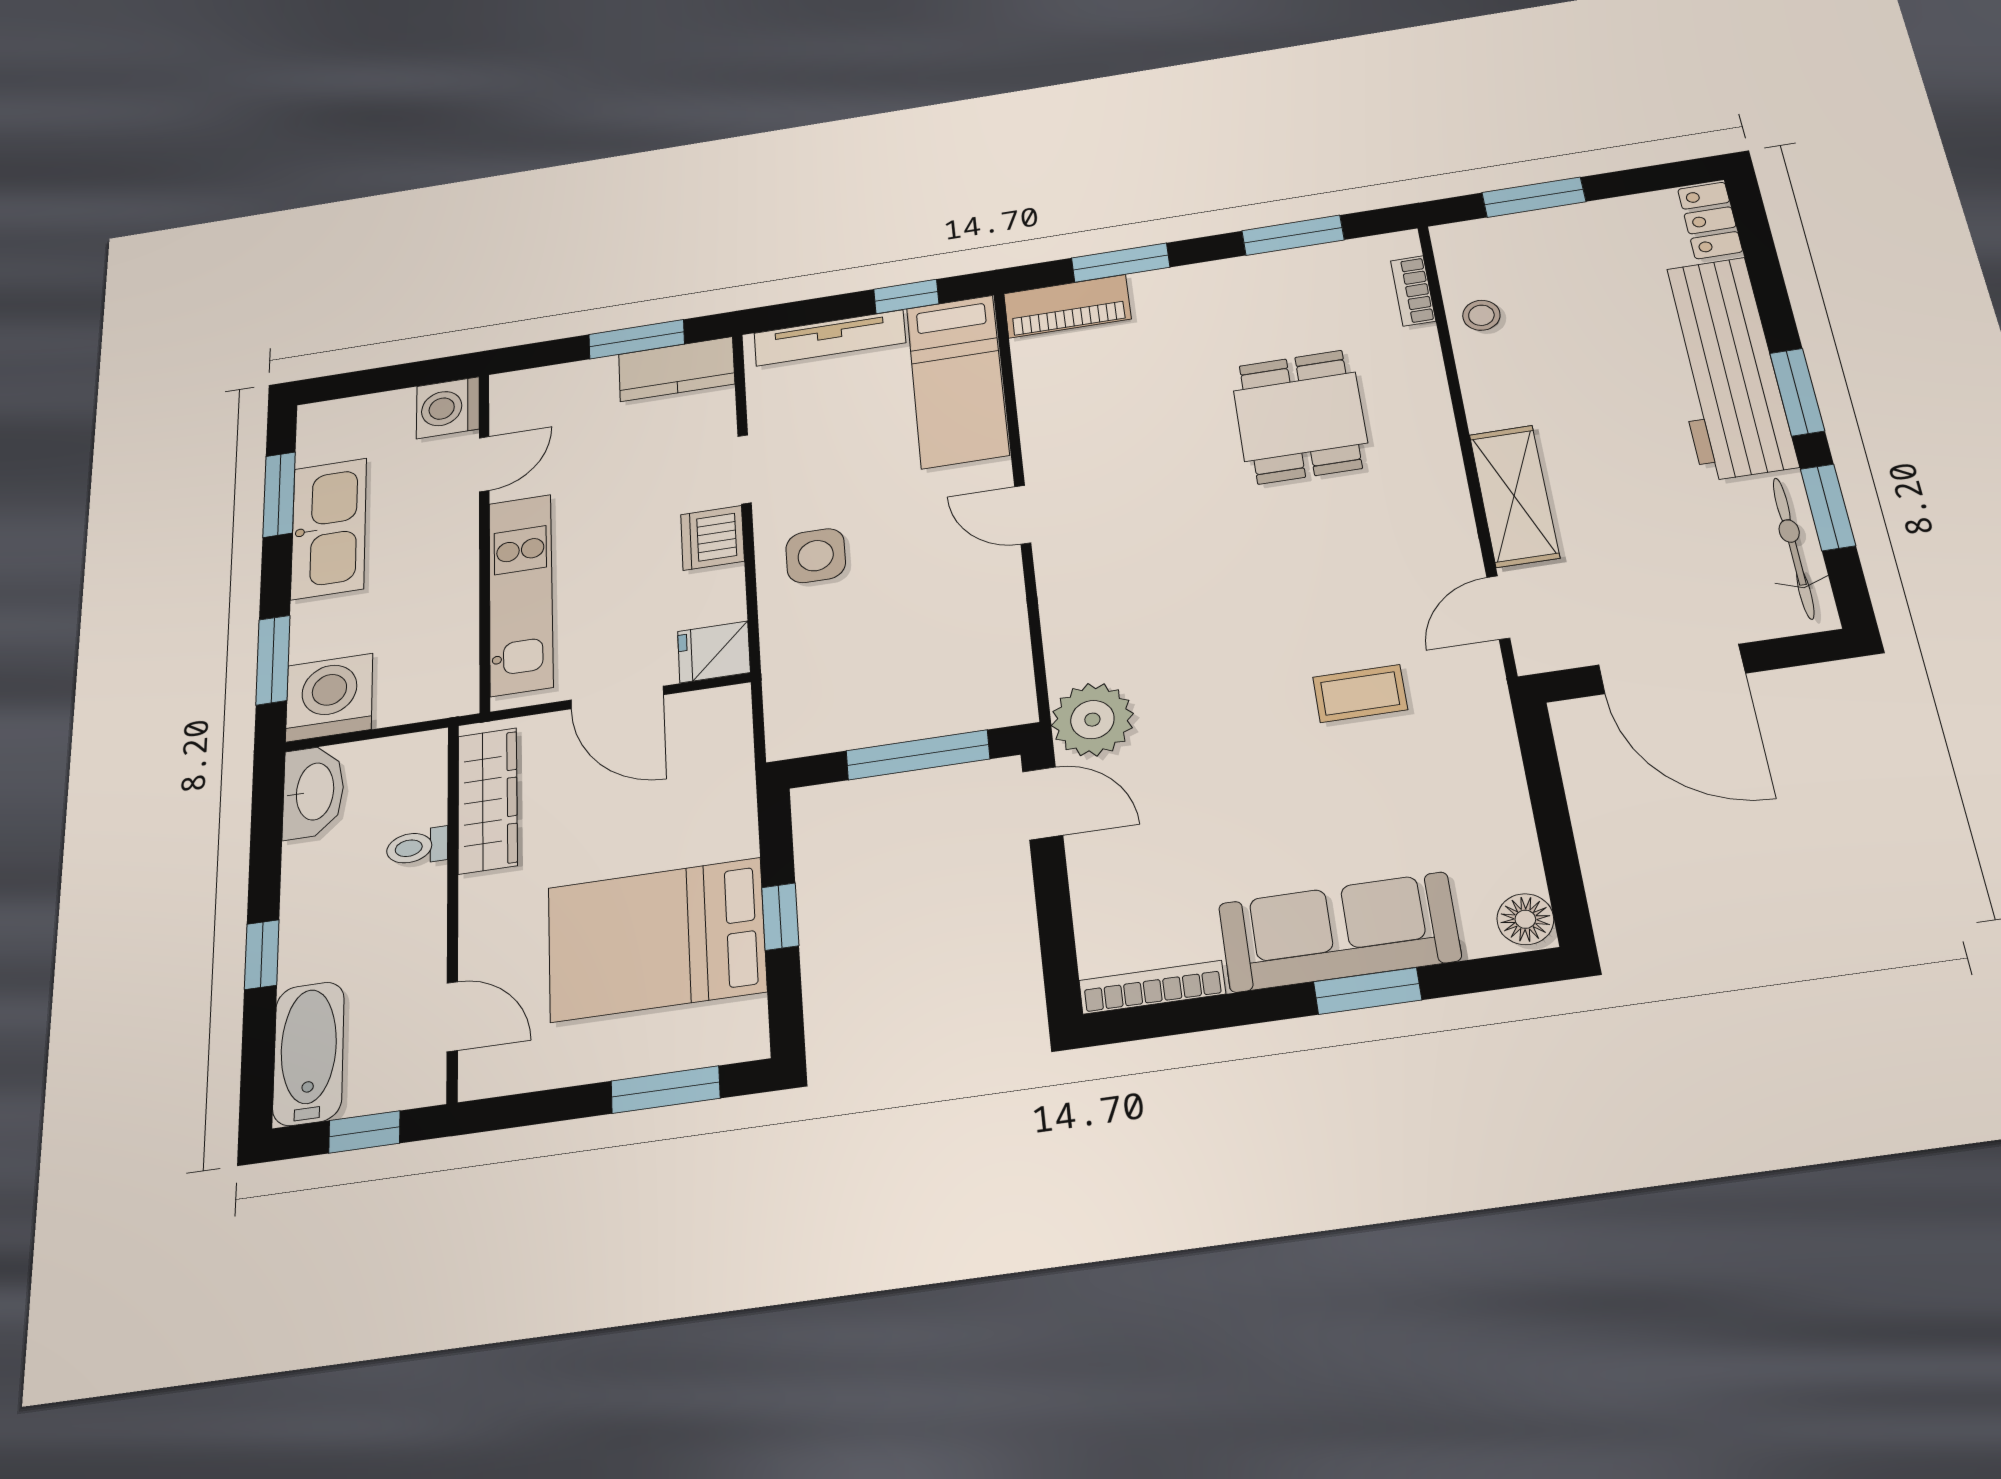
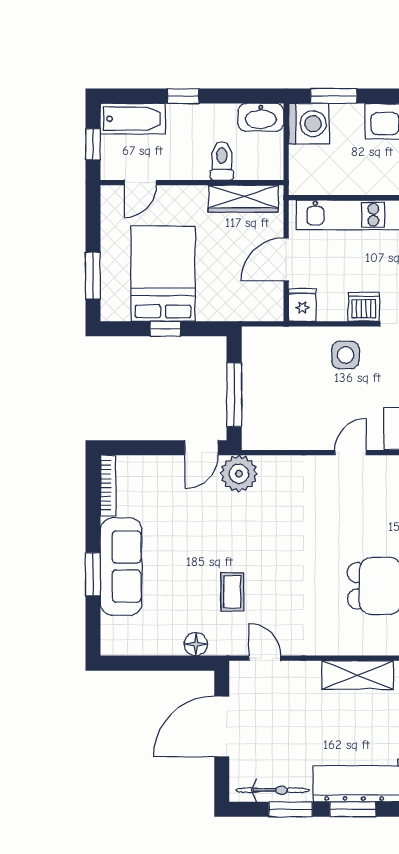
shelving: (1514, 496) -> (358, 675), moved
toilet: (417, 847) -> (222, 161), width x1.37, depth x1.39
floor lamp: (1525, 919) -> (196, 644), moved

